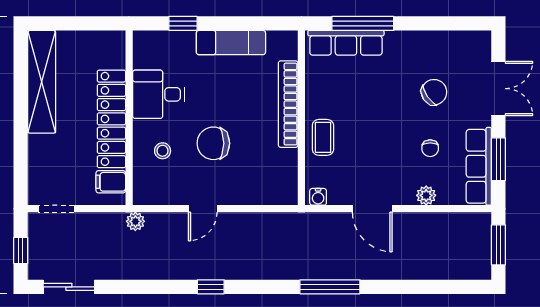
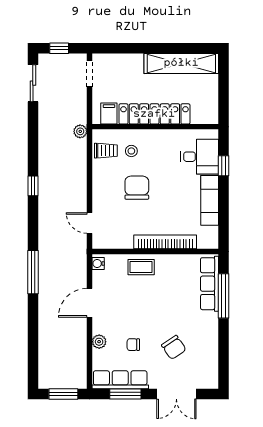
desk: (159, 94) -> (200, 157), moved, turned 90
trolley: (162, 186) -> (106, 151), added
door: (203, 209) -> (89, 223), moved

